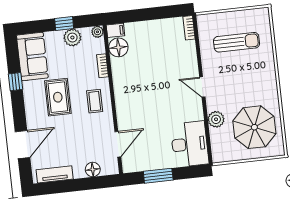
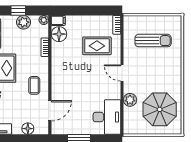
rug: (167, 57) -> (97, 46), added
coffee table: (95, 101) -> (34, 85), moved

